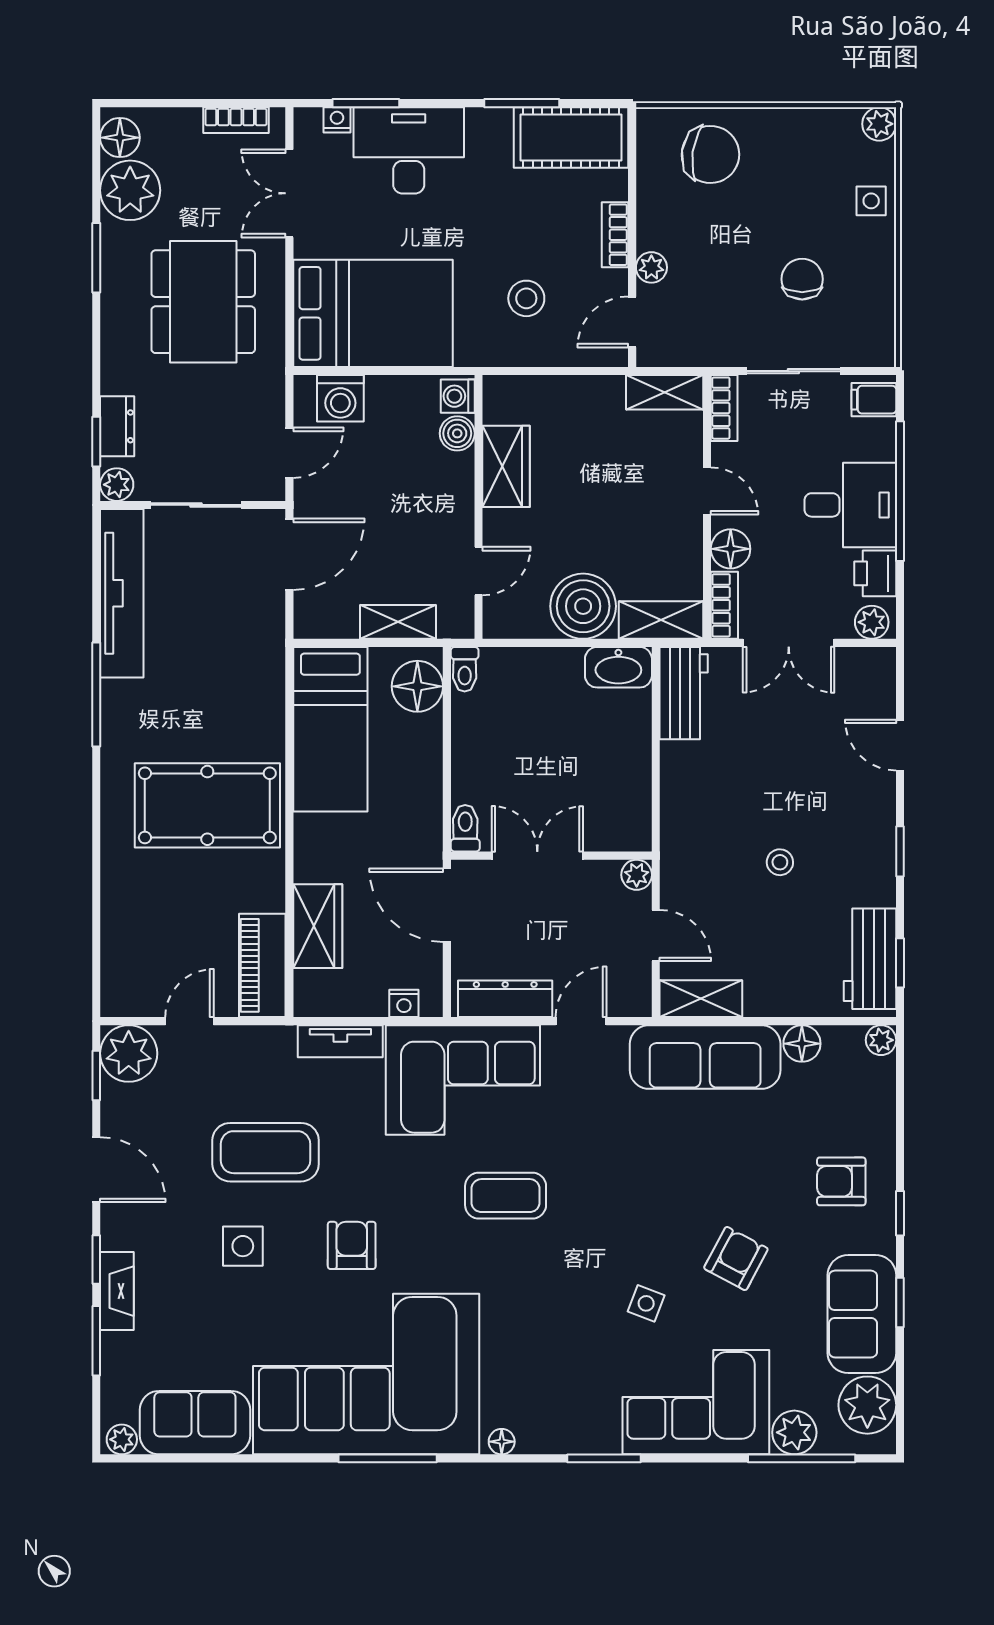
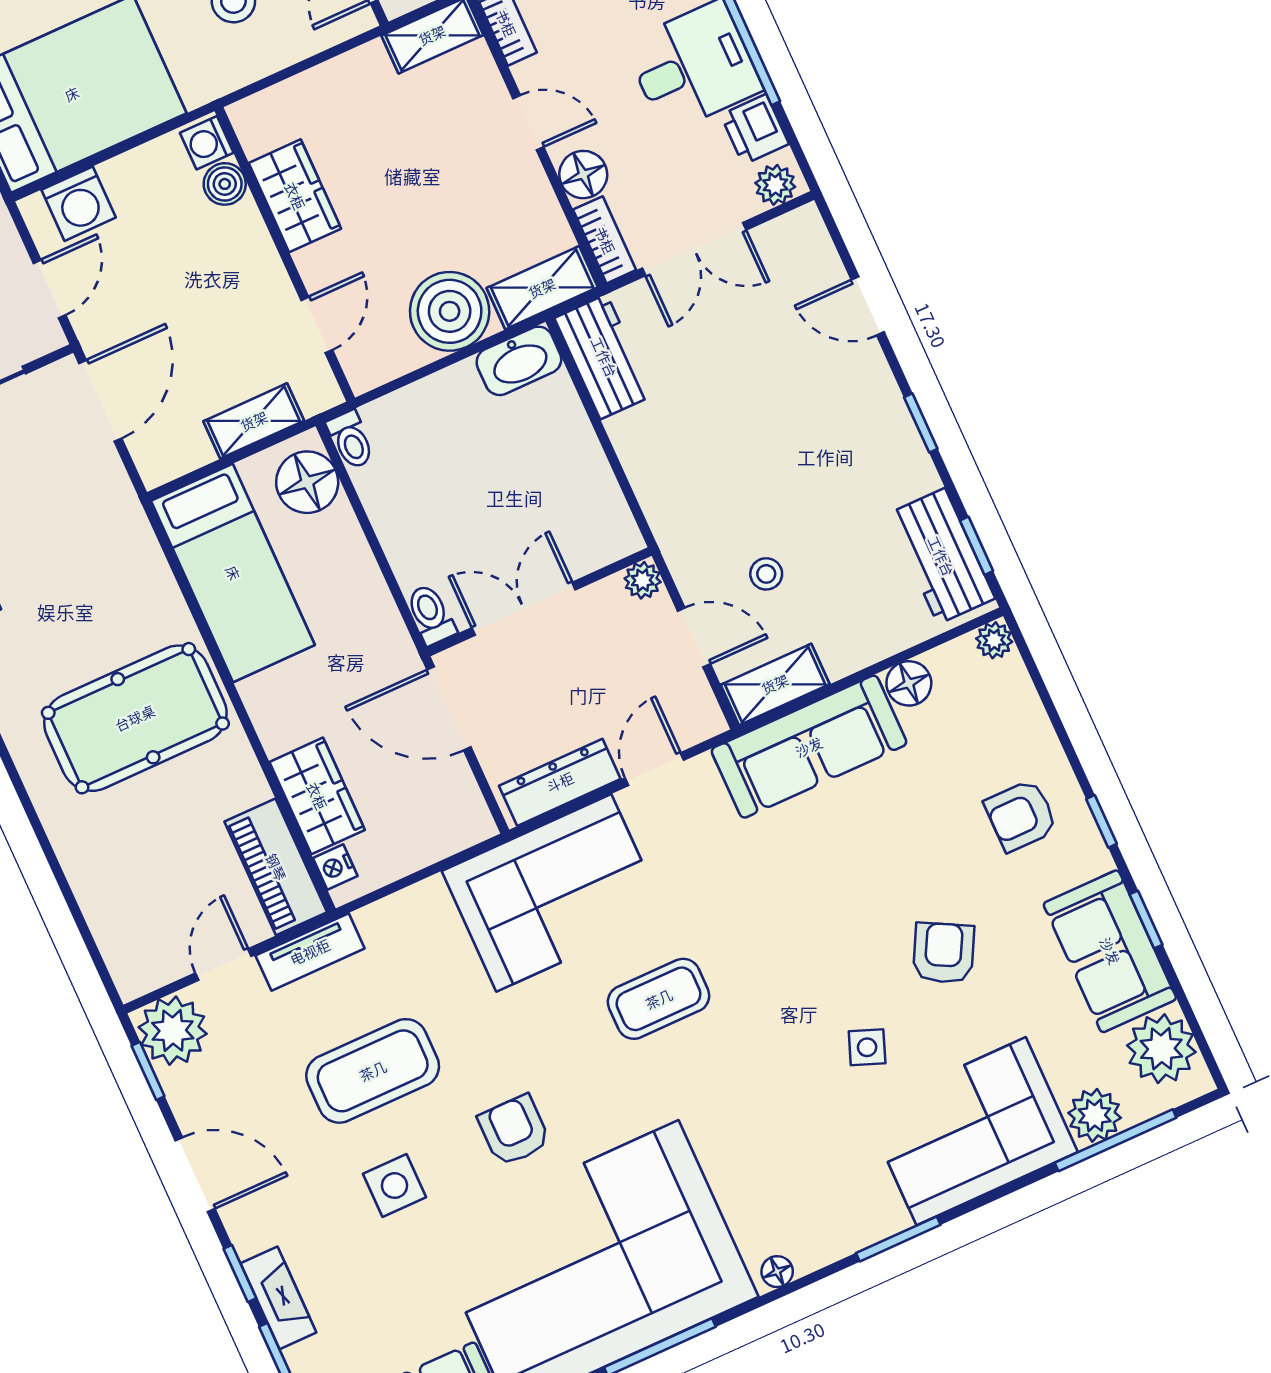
stool: (780, 862) -> (766, 574), moved
nightstand: (404, 1003) -> (335, 867), moved, turned 90
tv unit: (340, 1041) -> (310, 952), moved

